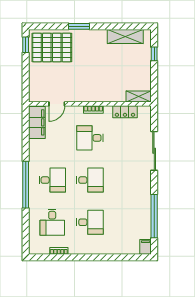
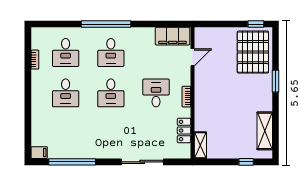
door: (57, 104) -> (192, 57), swing flipped
desk: (52, 222) -> (66, 52), turned -90

